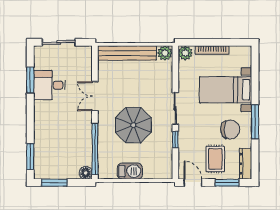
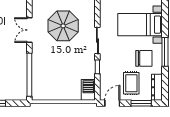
parasol: (133, 125) -> (63, 26), moved
barbecue: (130, 171) -> (88, 90), moved, turned -90
floor lamp: (86, 173) -> (22, 95), removed
door: (193, 183) -> (112, 103), hinge flipped

